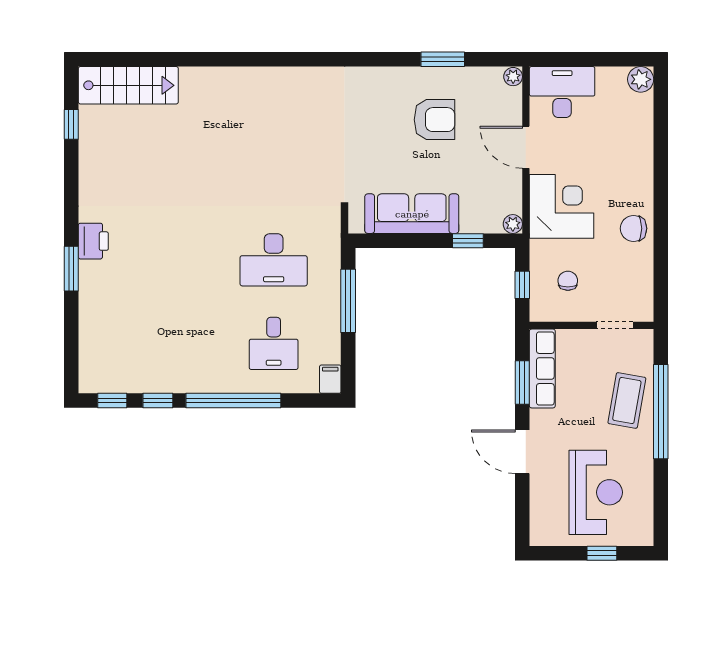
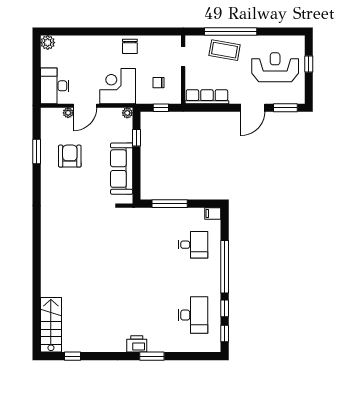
plant: (513, 77) -> (68, 113), moved
desk: (274, 260) -> (193, 315), moved
window: (522, 382) -> (285, 108), moved

